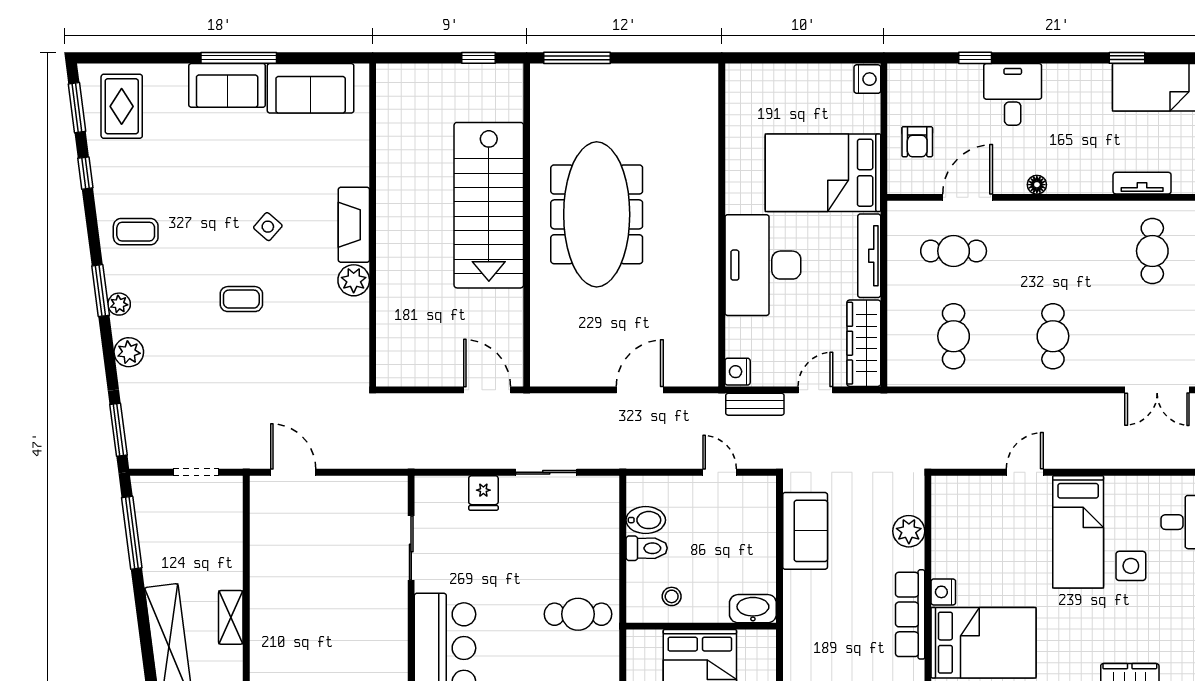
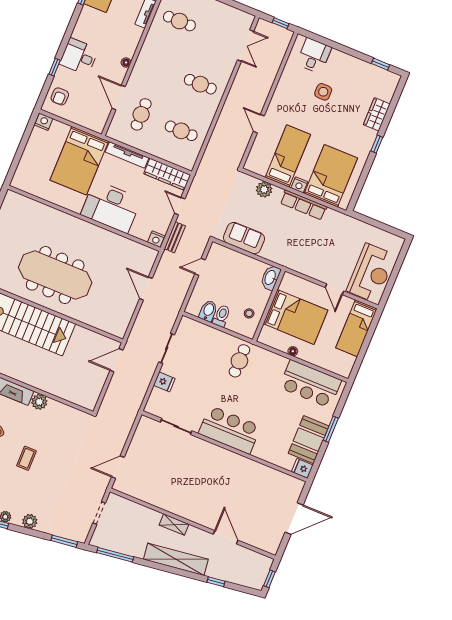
armchair: (917, 142) -> (60, 96), moved, turned 90
bed: (1078, 532) -> (288, 156), moved, turned -90

